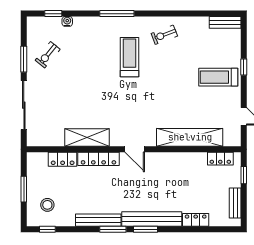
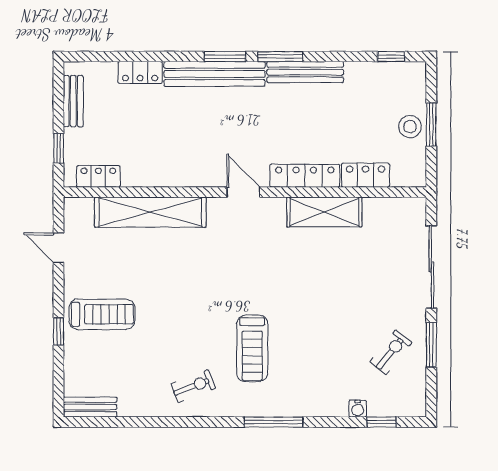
stool: (47, 205) -> (410, 127), moved

